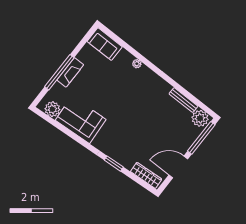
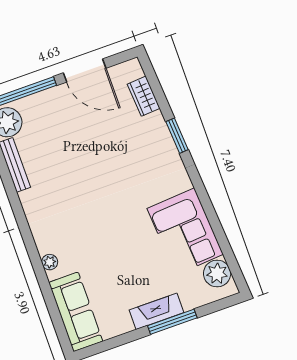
sofa: (105, 44) -> (76, 312), width x1.36
window: (59, 72) -> (172, 322), width x0.68
wardrobe: (146, 175) -> (144, 96), width x0.67

